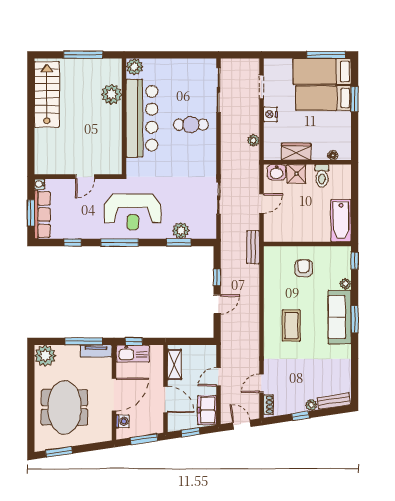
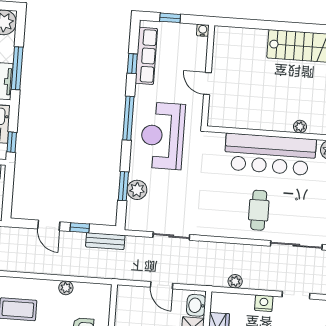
plant: (111, 94) -> (300, 127), width x0.53, depth x0.53
window: (31, 213) -> (170, 18), width x0.67
row of seats: (42, 215) -> (146, 56), moved, turned -90
bench: (253, 247) -> (105, 241), moved
plant: (270, 286) -> (66, 288), added
window: (134, 341) -> (12, 142), moved

